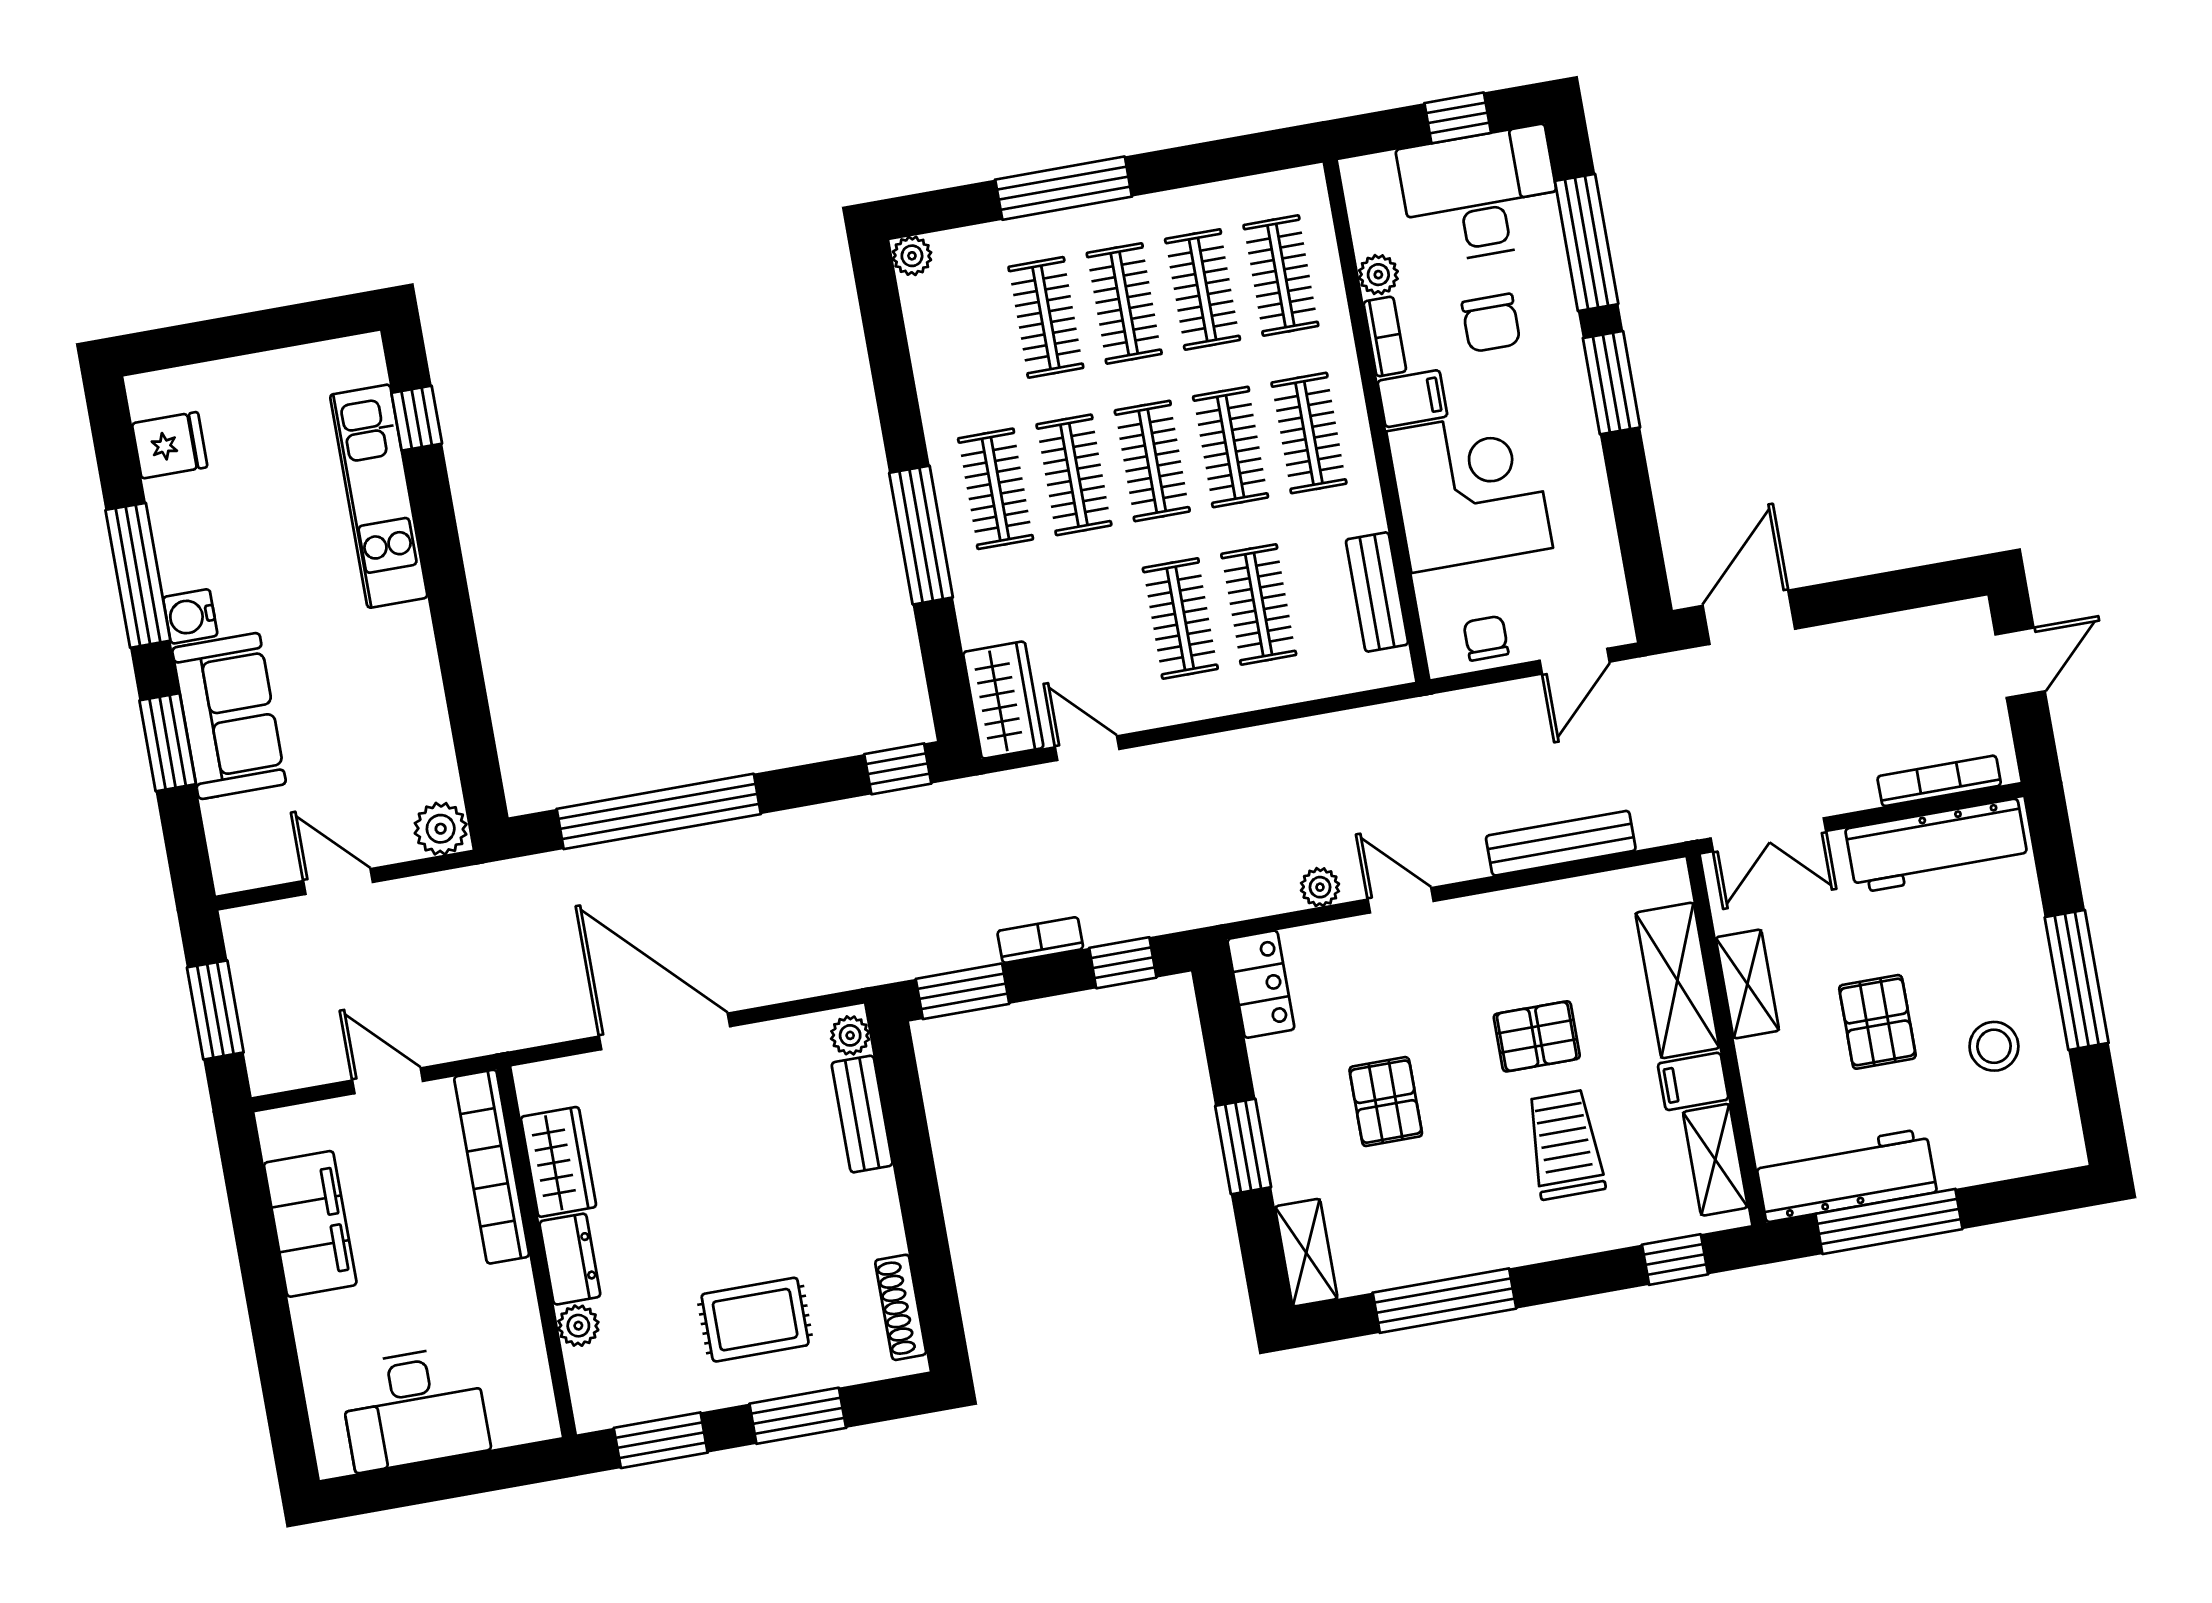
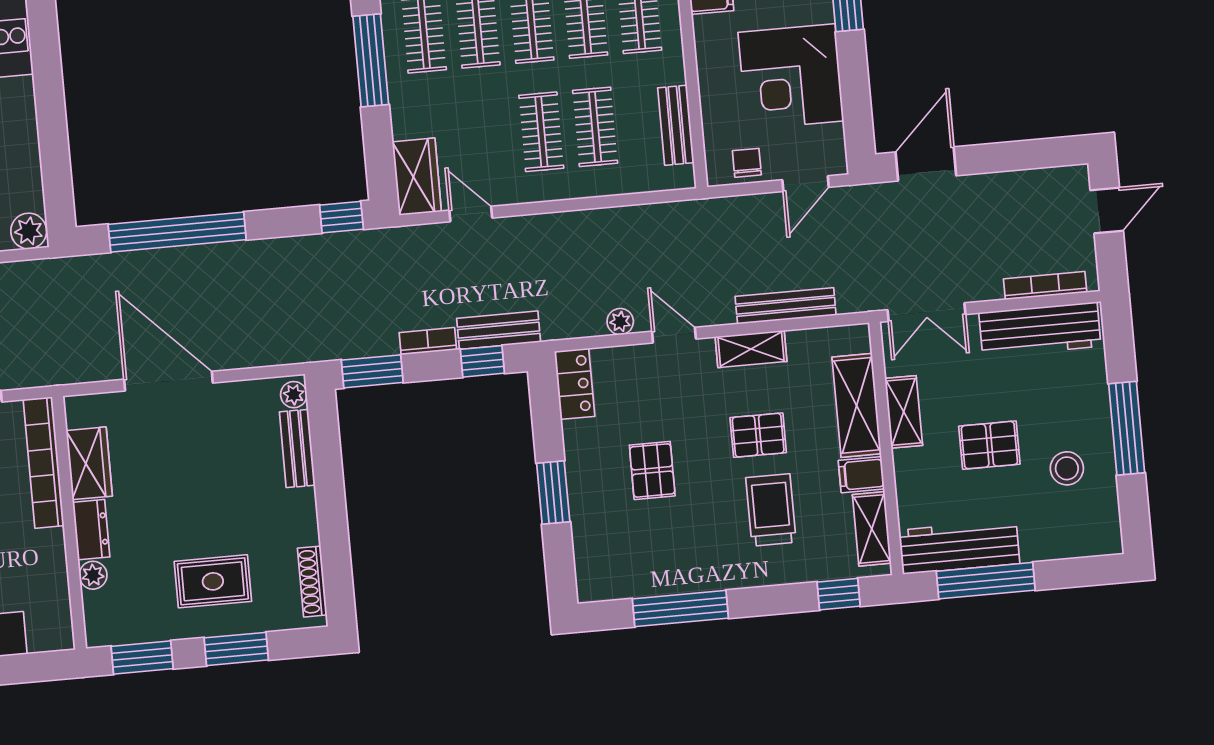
corner desk: (1470, 490) -> (791, 77), moved, turned 180
bench: (1143, 915) -> (499, 330), added
pallet: (1877, 1022) -> (989, 445), turned 90
shelving: (1306, 1253) -> (751, 349), moved, turned 90

